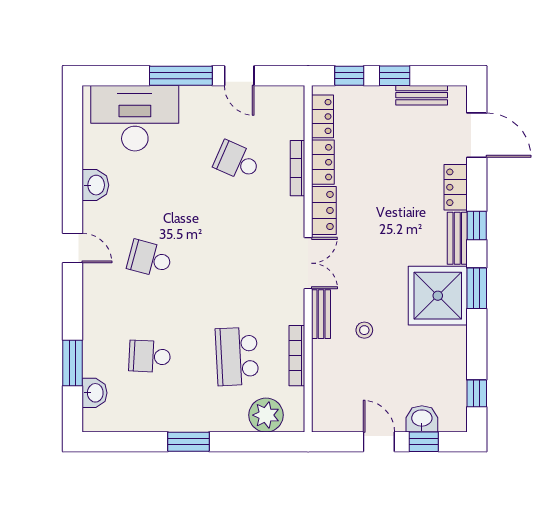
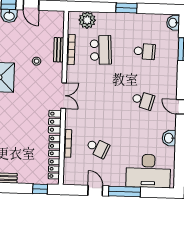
window: (395, 76) -> (17, 188), removed
double door: (308, 263) -> (64, 96), swing flipped
bench: (321, 314) -> (59, 50), moved
washbasin: (95, 393) -> (173, 23), moved

